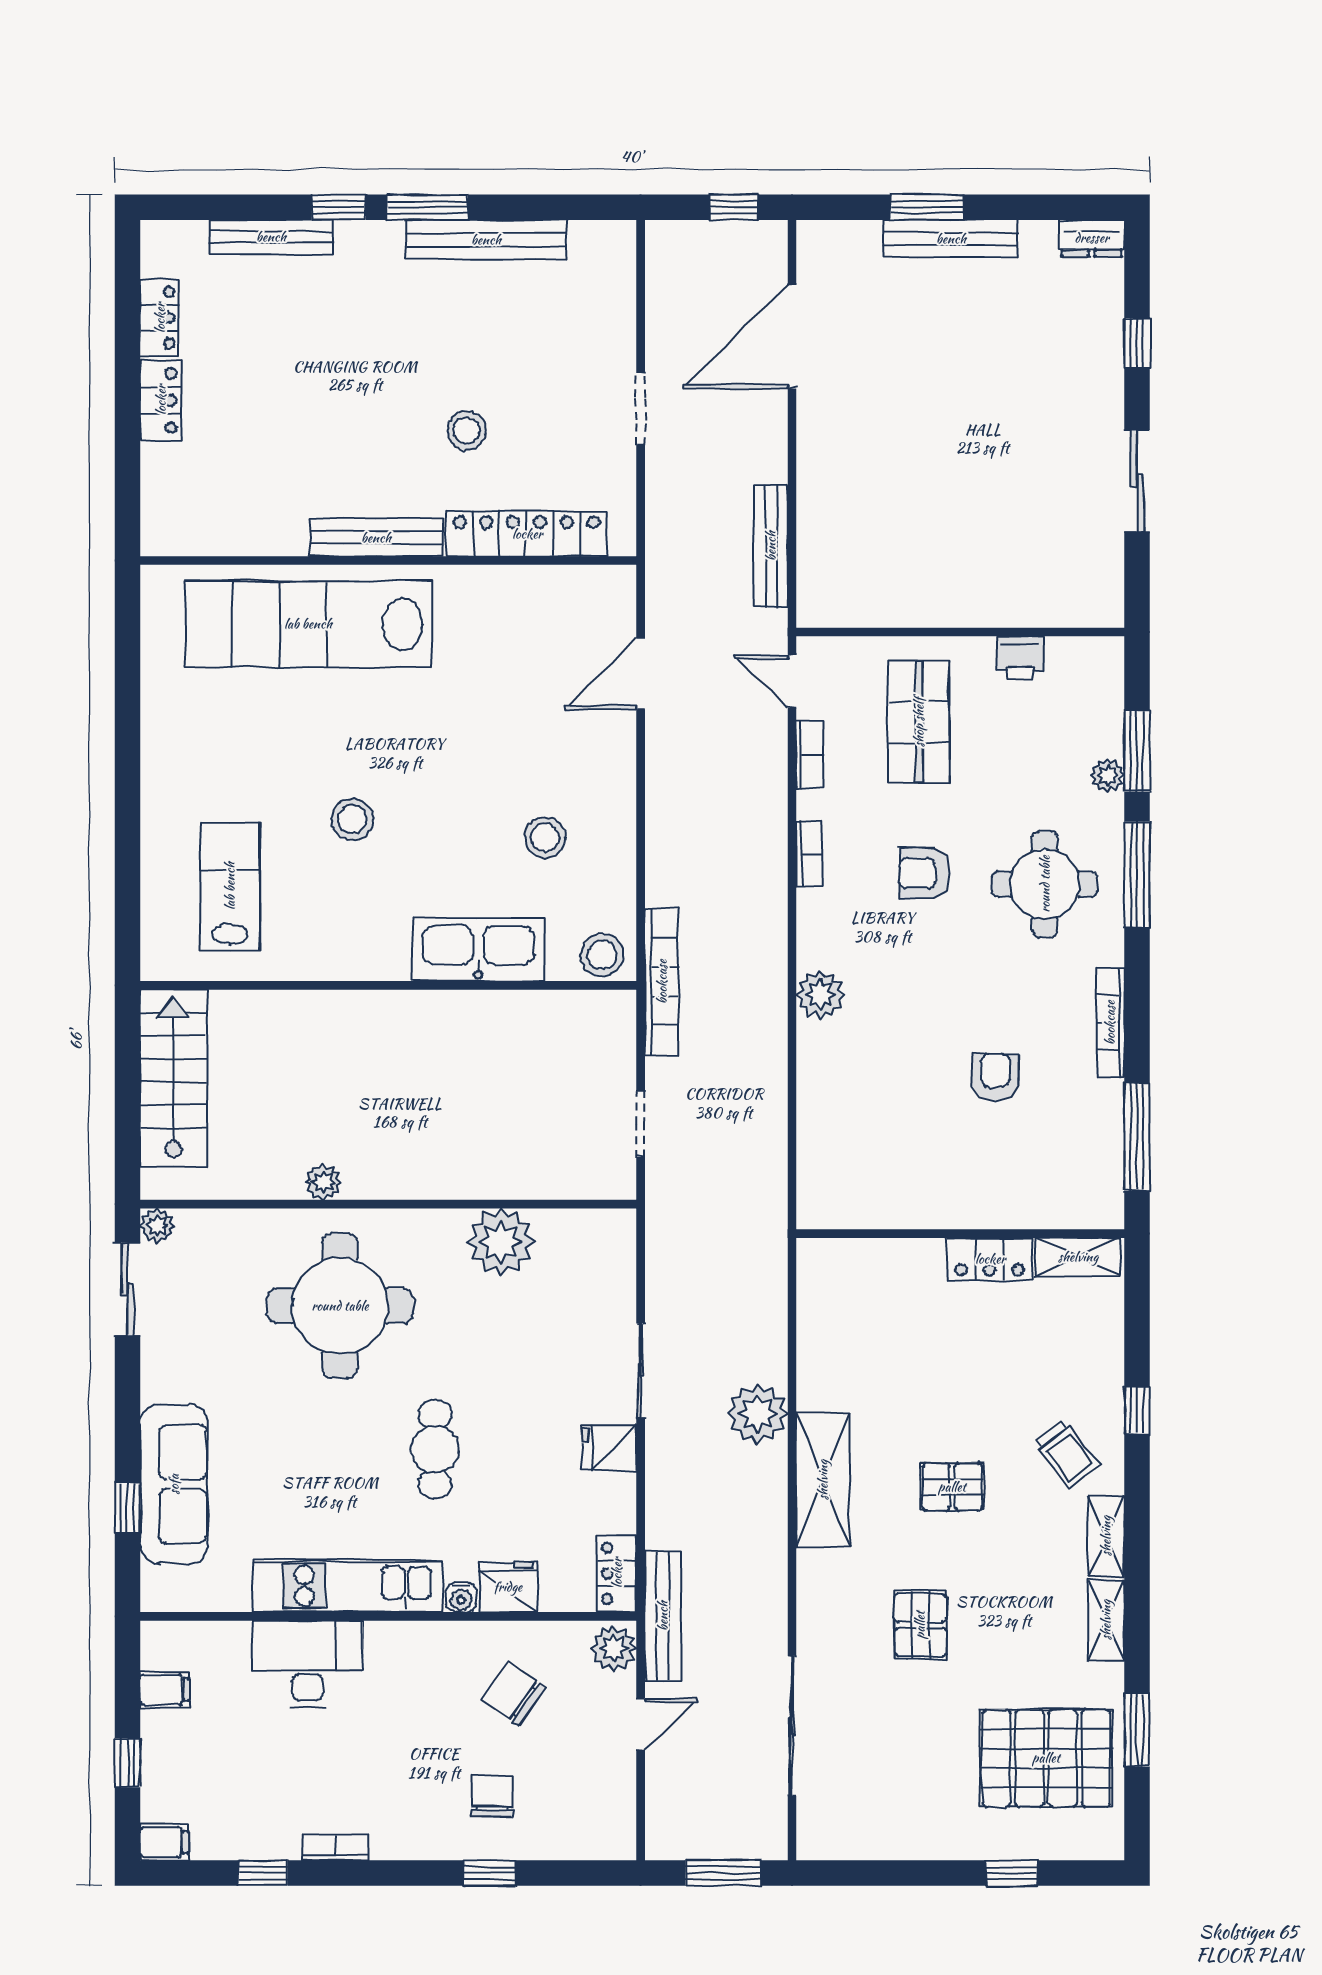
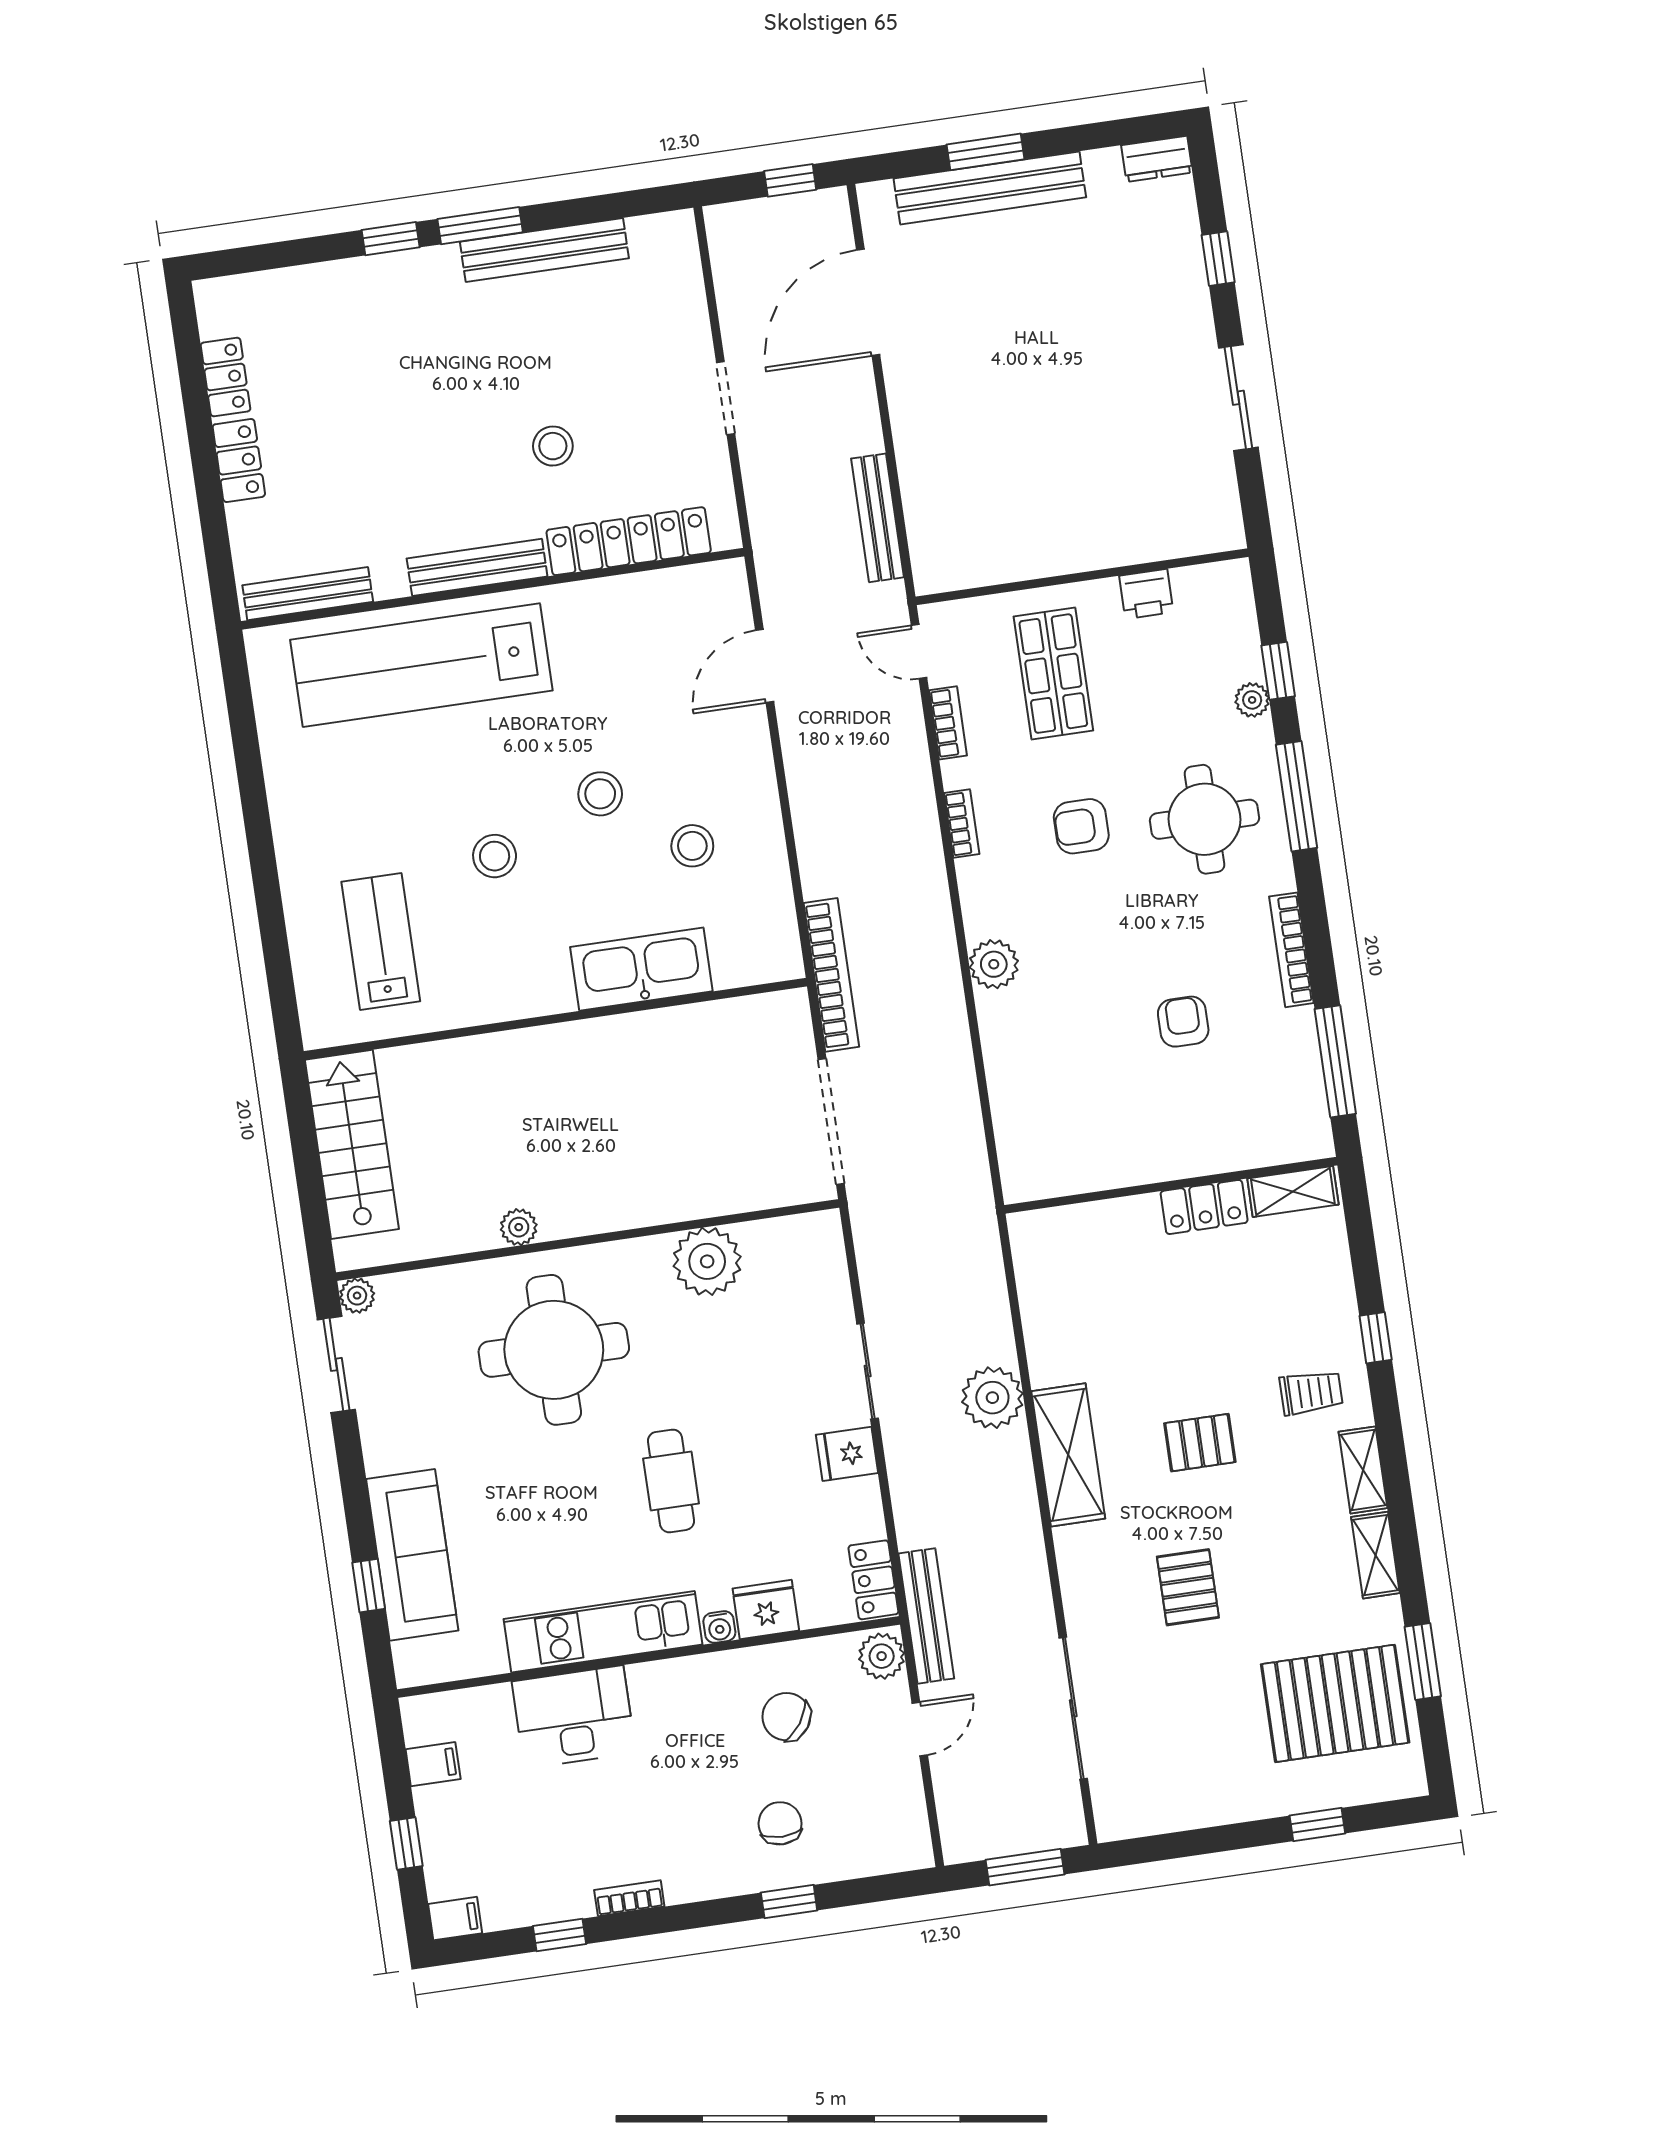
bench: (271, 237) -> (308, 594), moved
bench: (951, 239) -> (990, 188), width x1.37, depth x1.21
window: (1137, 751) -> (1278, 671), width x0.67
stool: (602, 955) -> (600, 794), moved
doorway: (641, 1124) -> (831, 1122), width x1.88
trolley: (1067, 1454) -> (1311, 1393), turned -52

